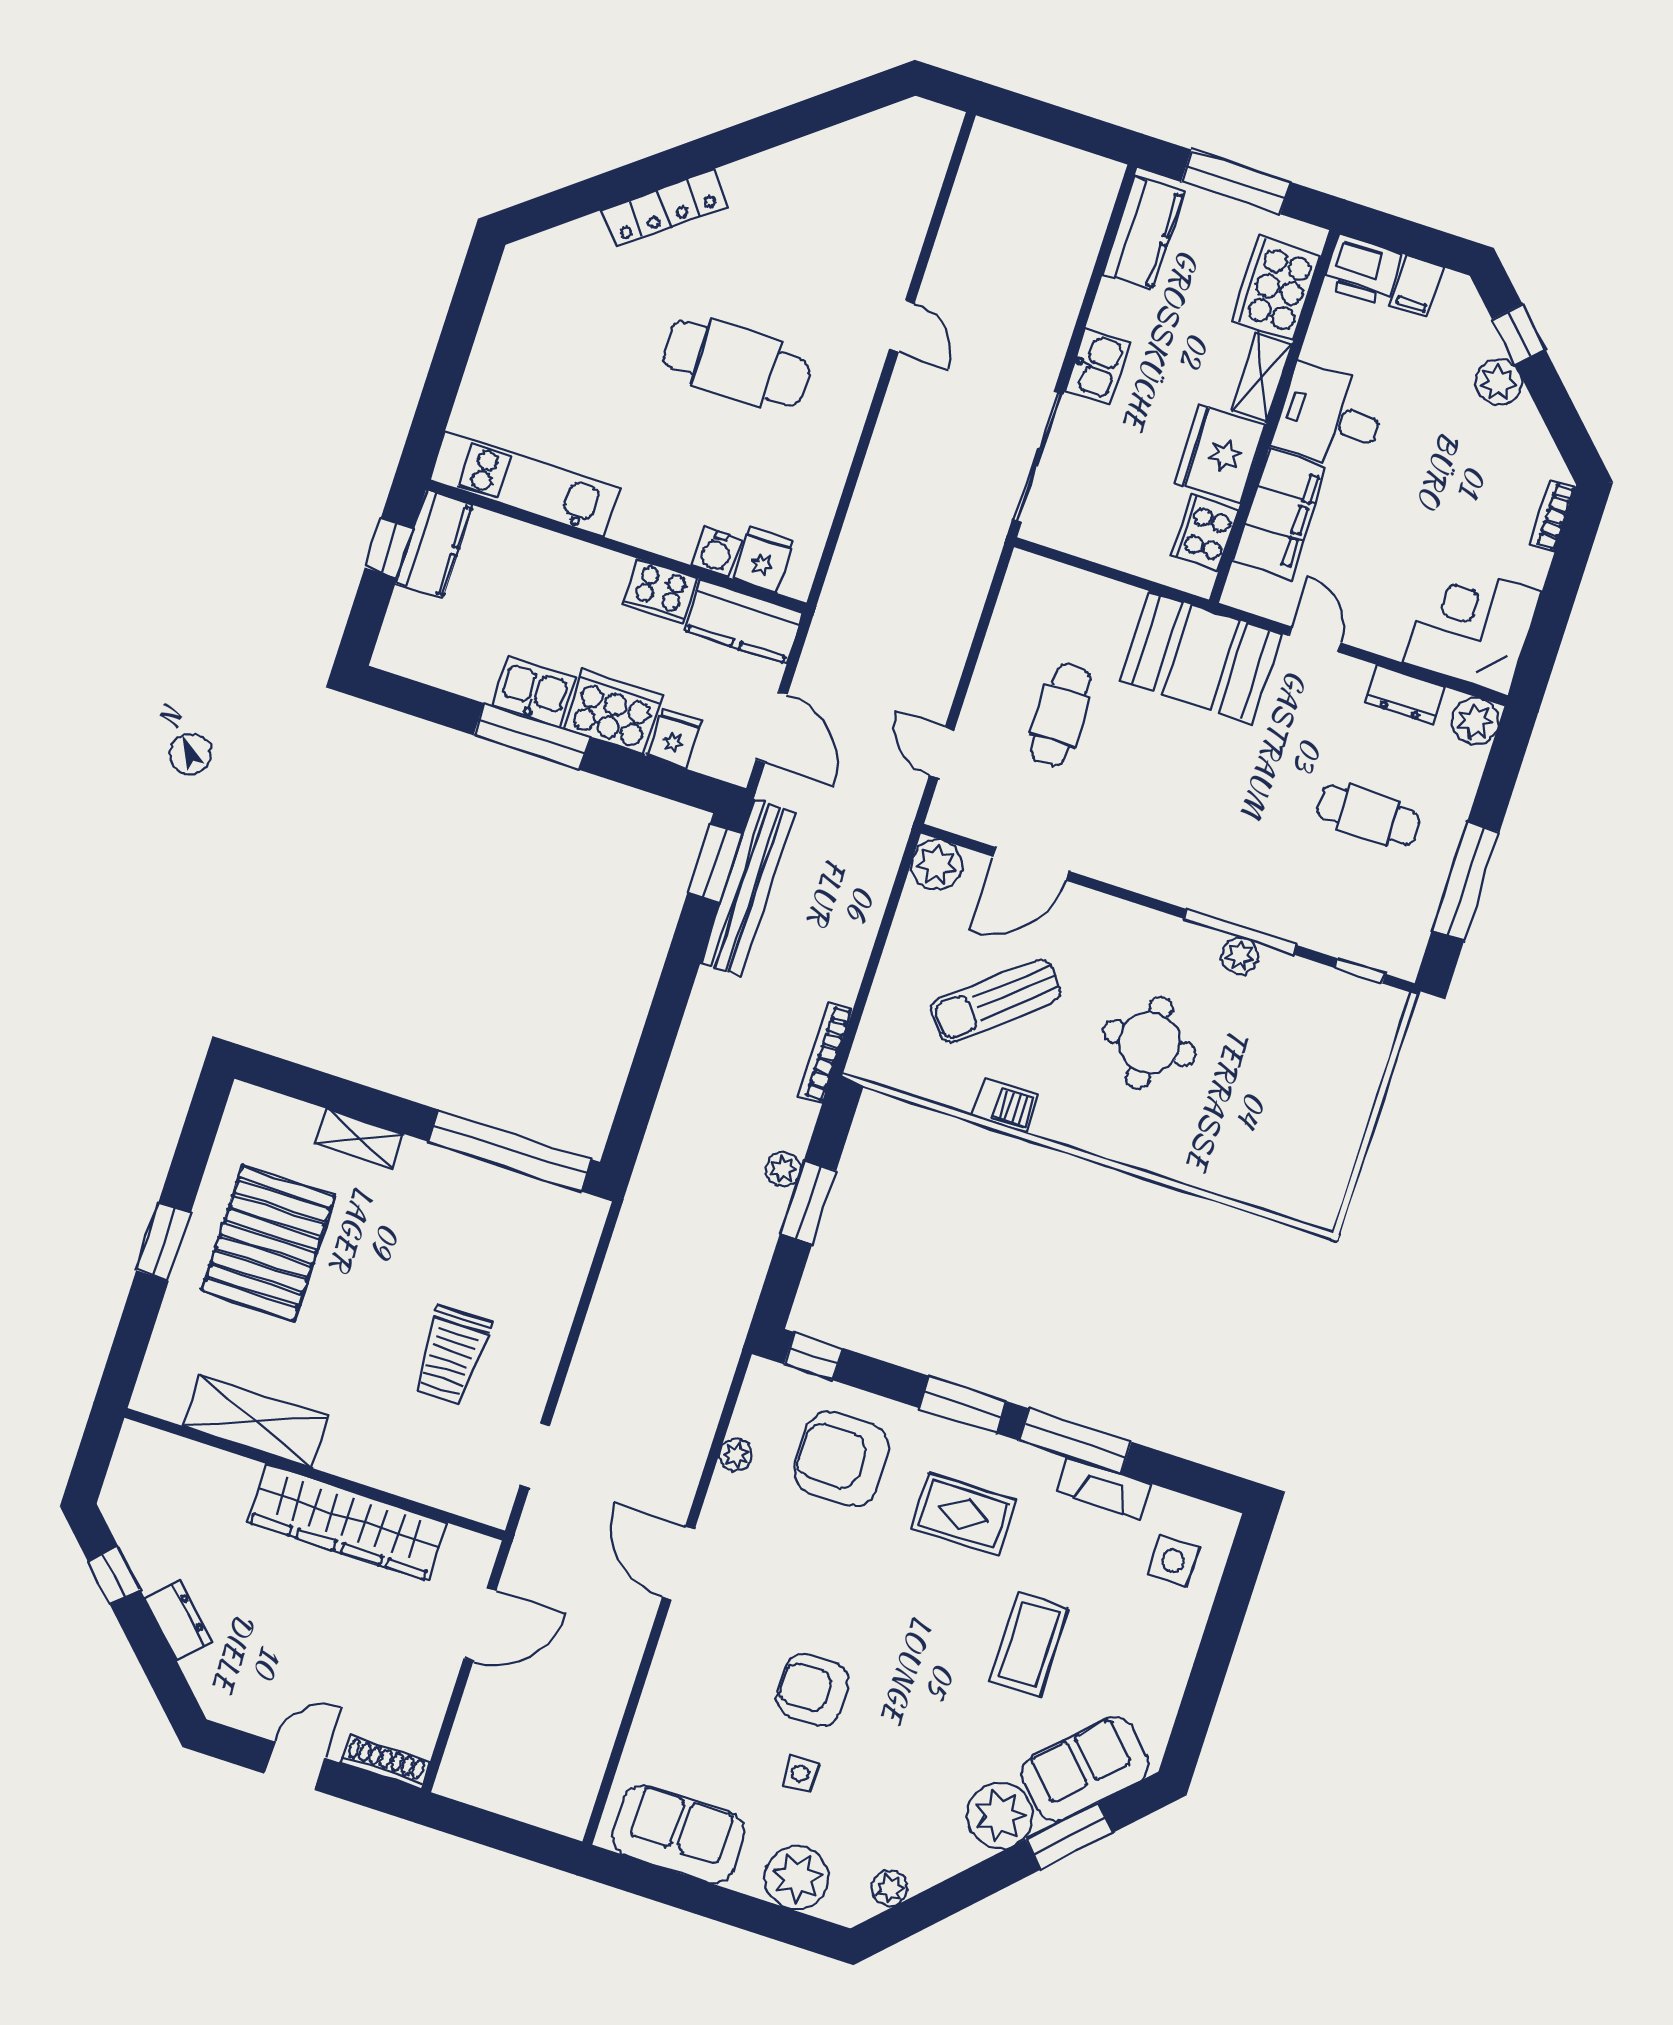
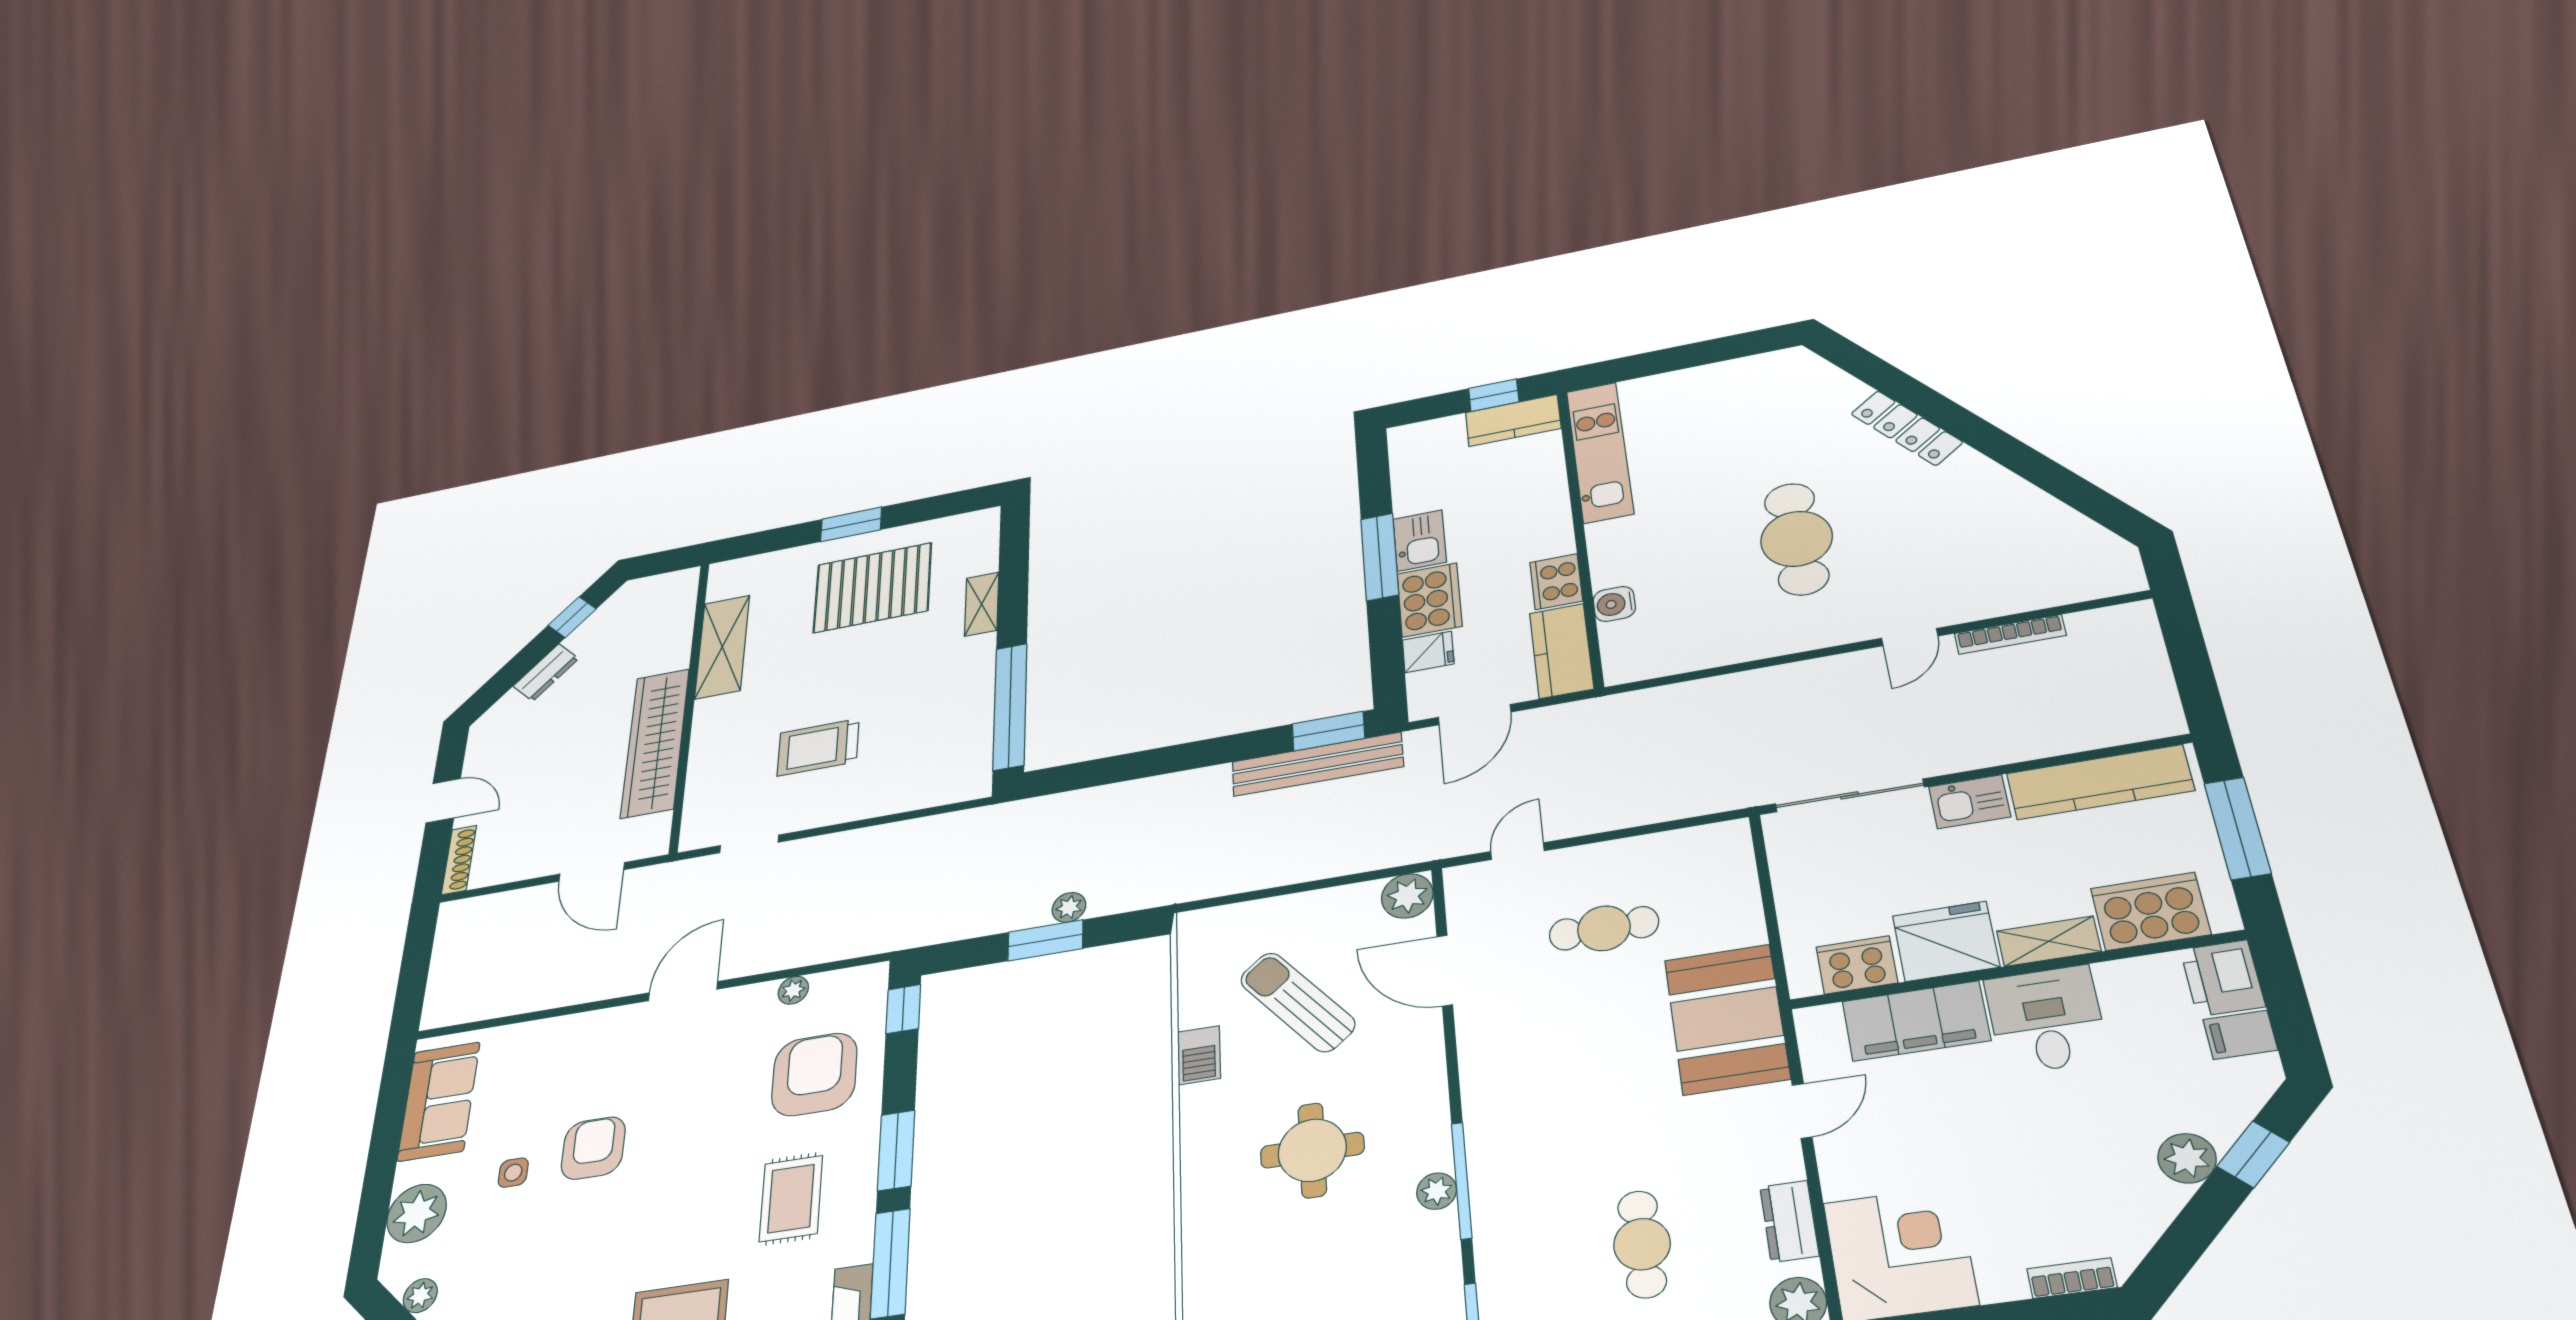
kitchen counter: (1143, 233) -> (2100, 782), width x1.50
fridge: (763, 560) -> (1627, 639), removed
bookcase: (825, 1053) -> (2010, 634), moved, turned 180

